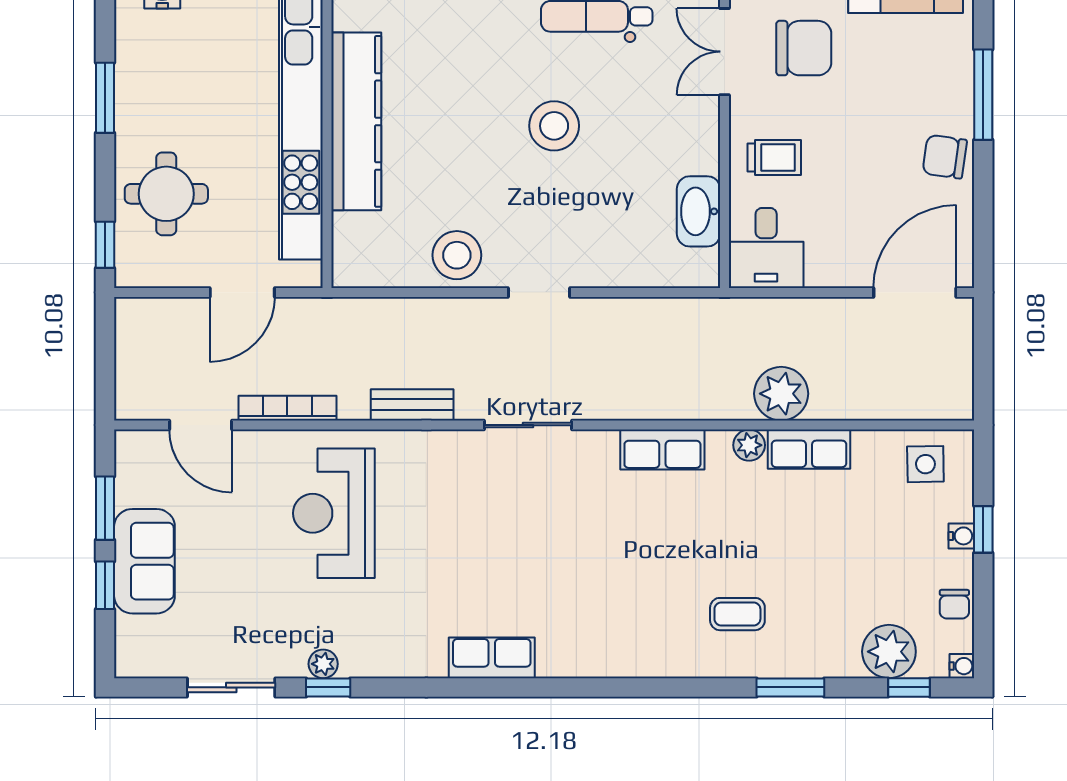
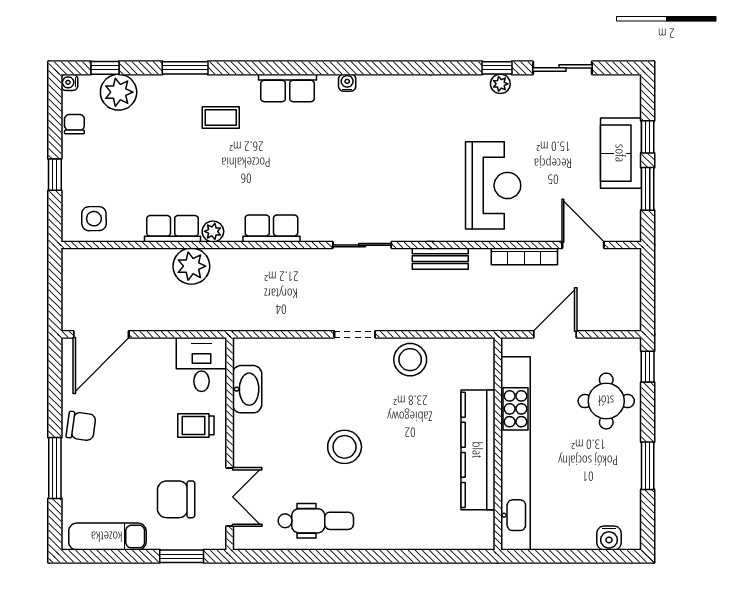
water cooler: (961, 536) -> (347, 83), moved, turned 90
row of seats: (492, 658) -> (288, 88), moved

